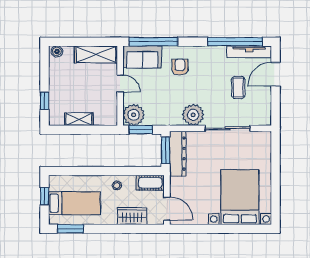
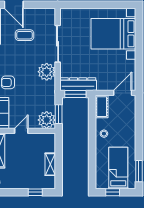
wardrobe: (132, 216) -> (129, 121), removed

